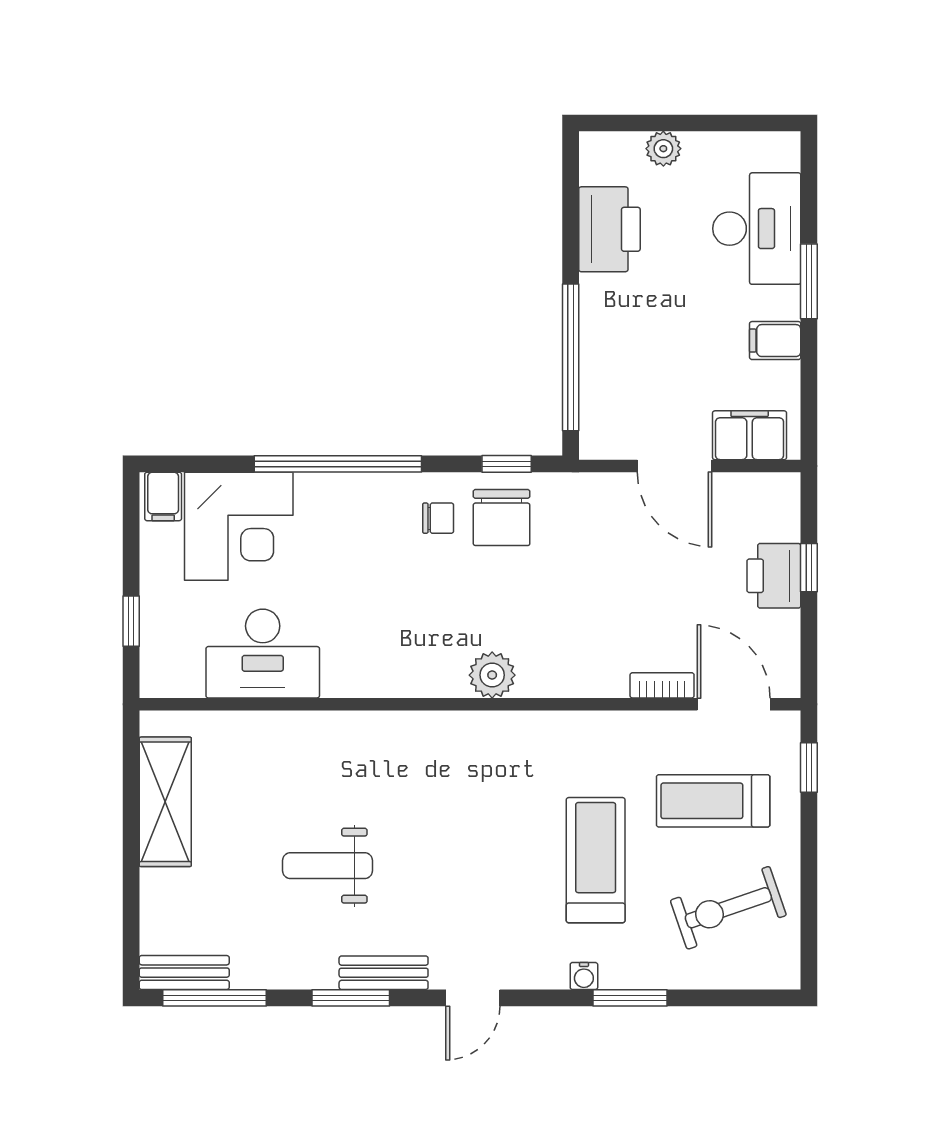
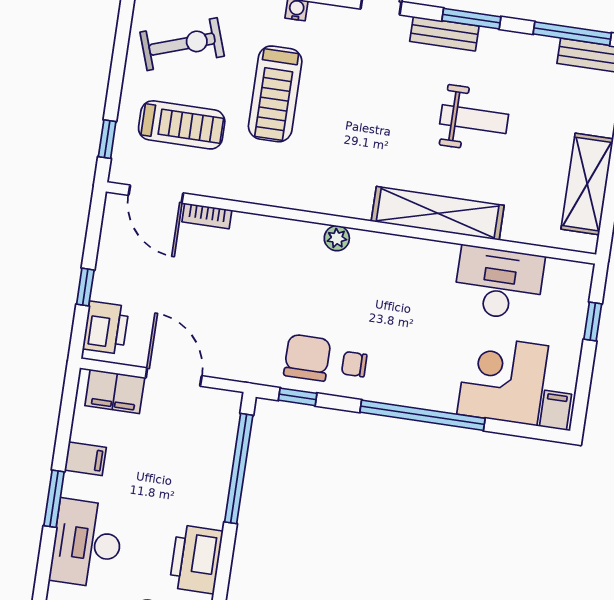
printer: (774, 576) -> (106, 328), moved
plant: (492, 675) -> (337, 238), width x0.73, depth x0.73
shelving: (357, 734) -> (438, 213), added

